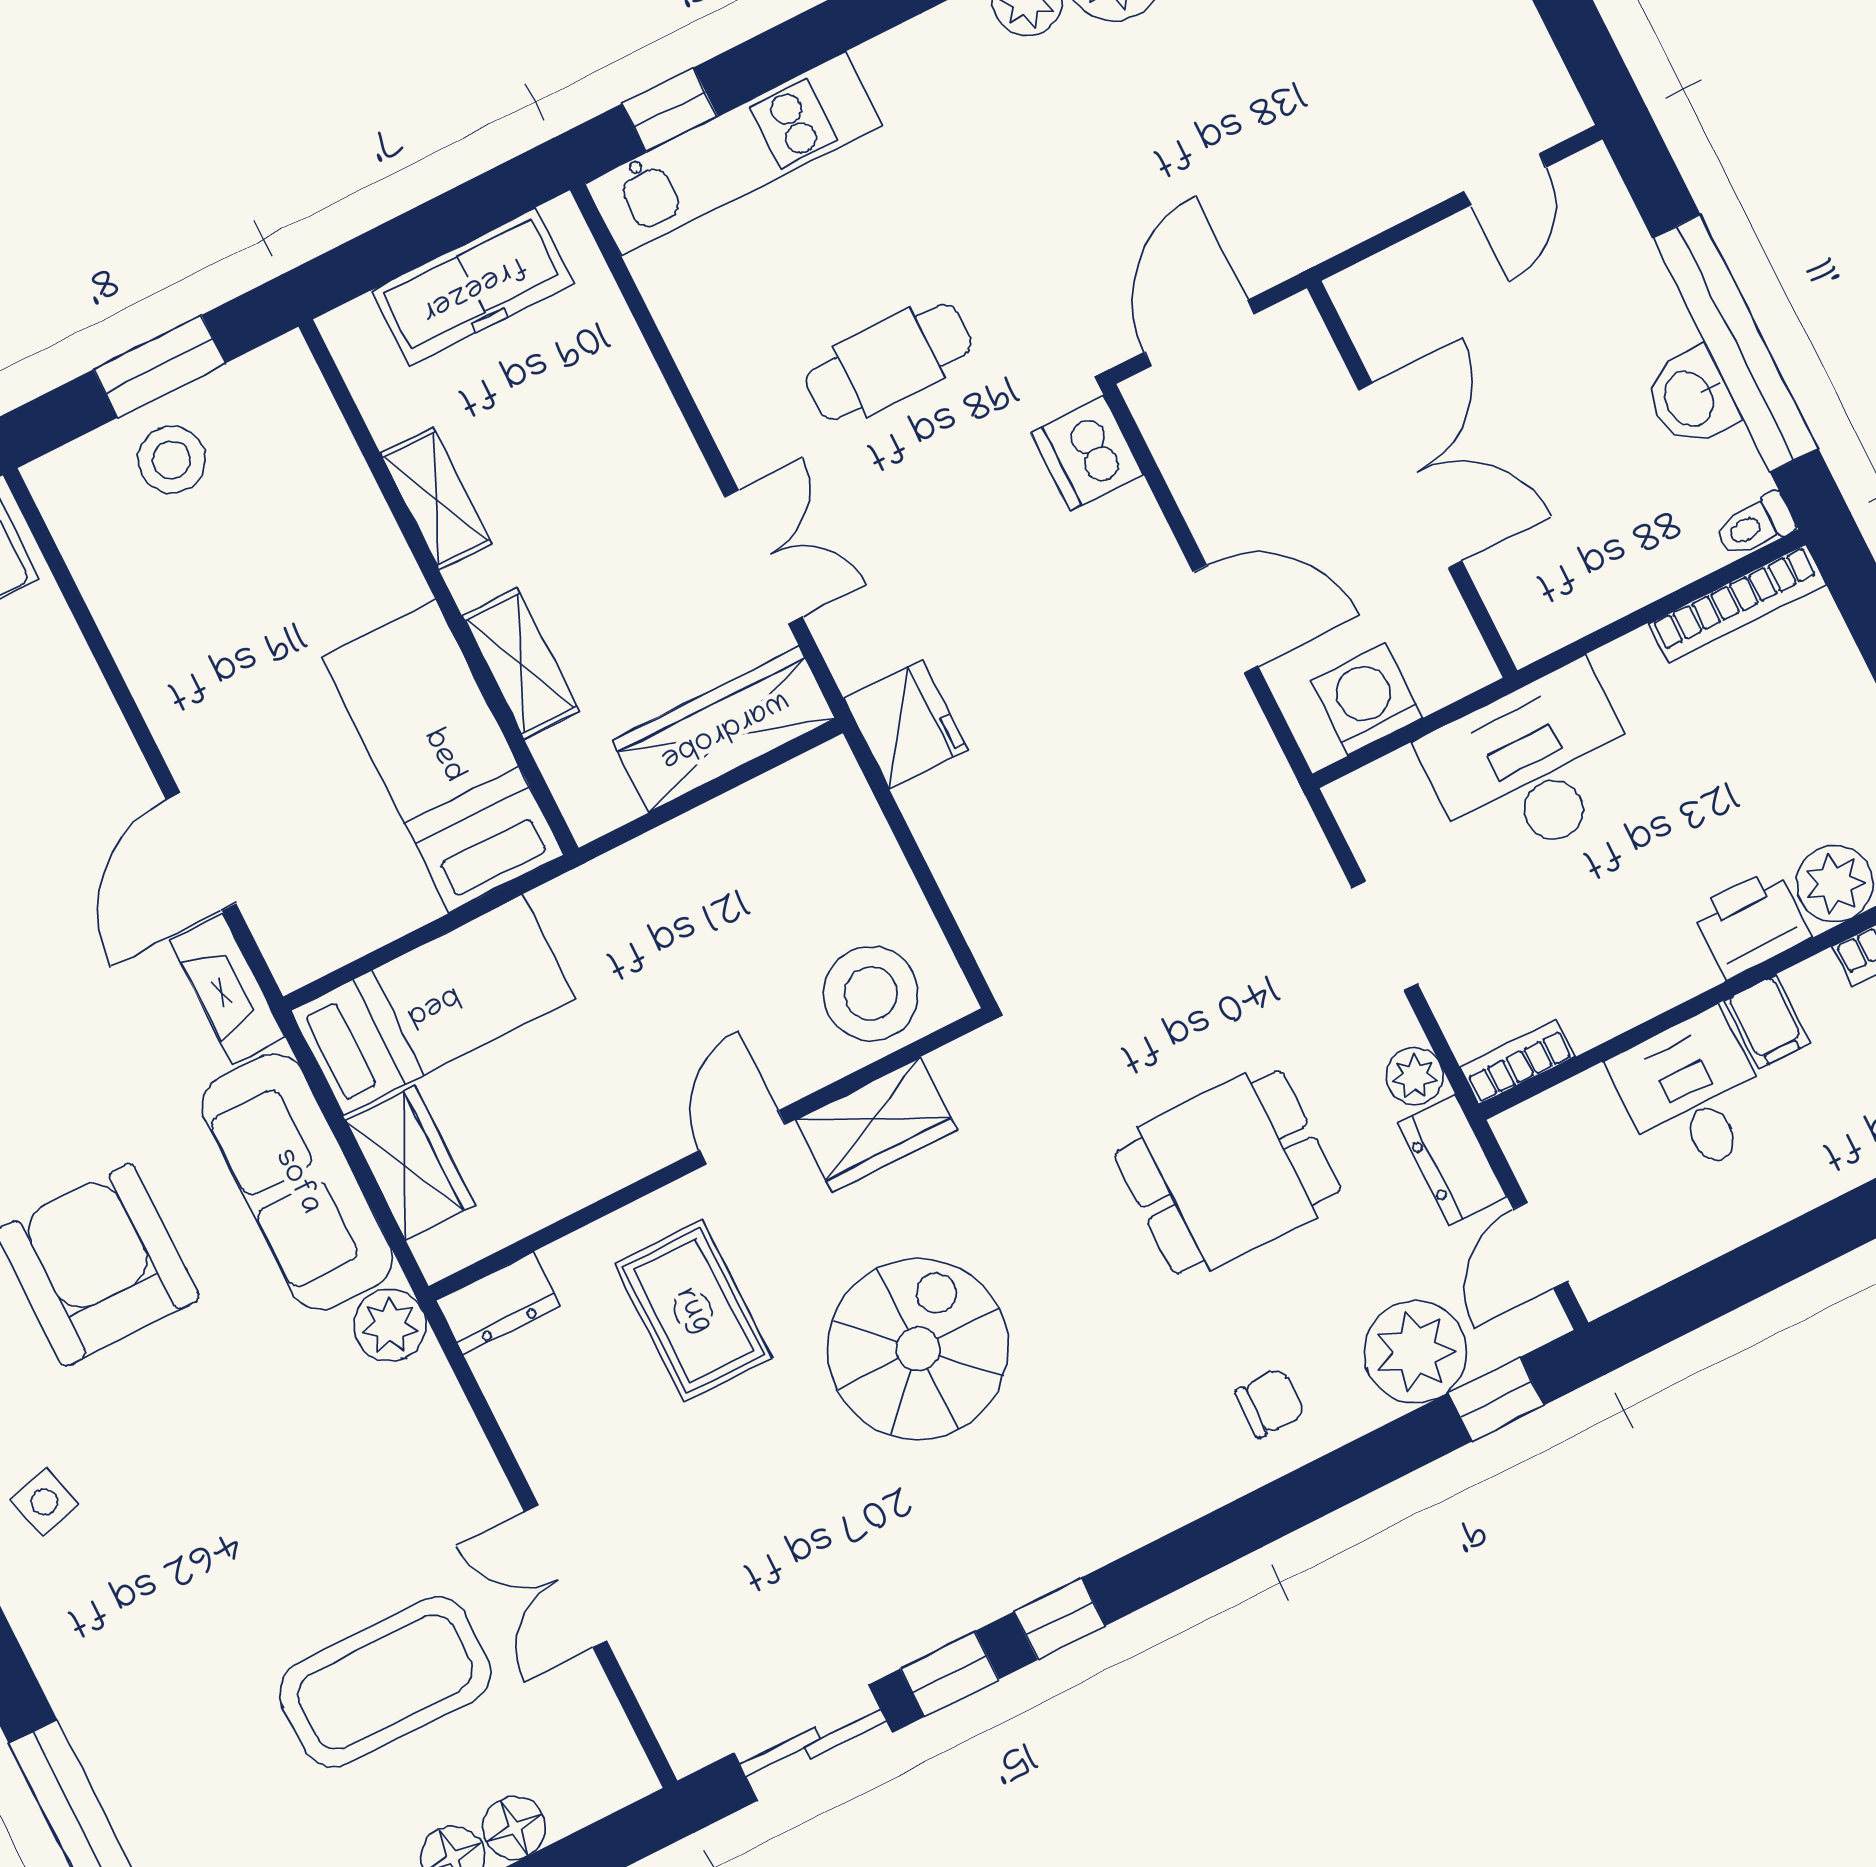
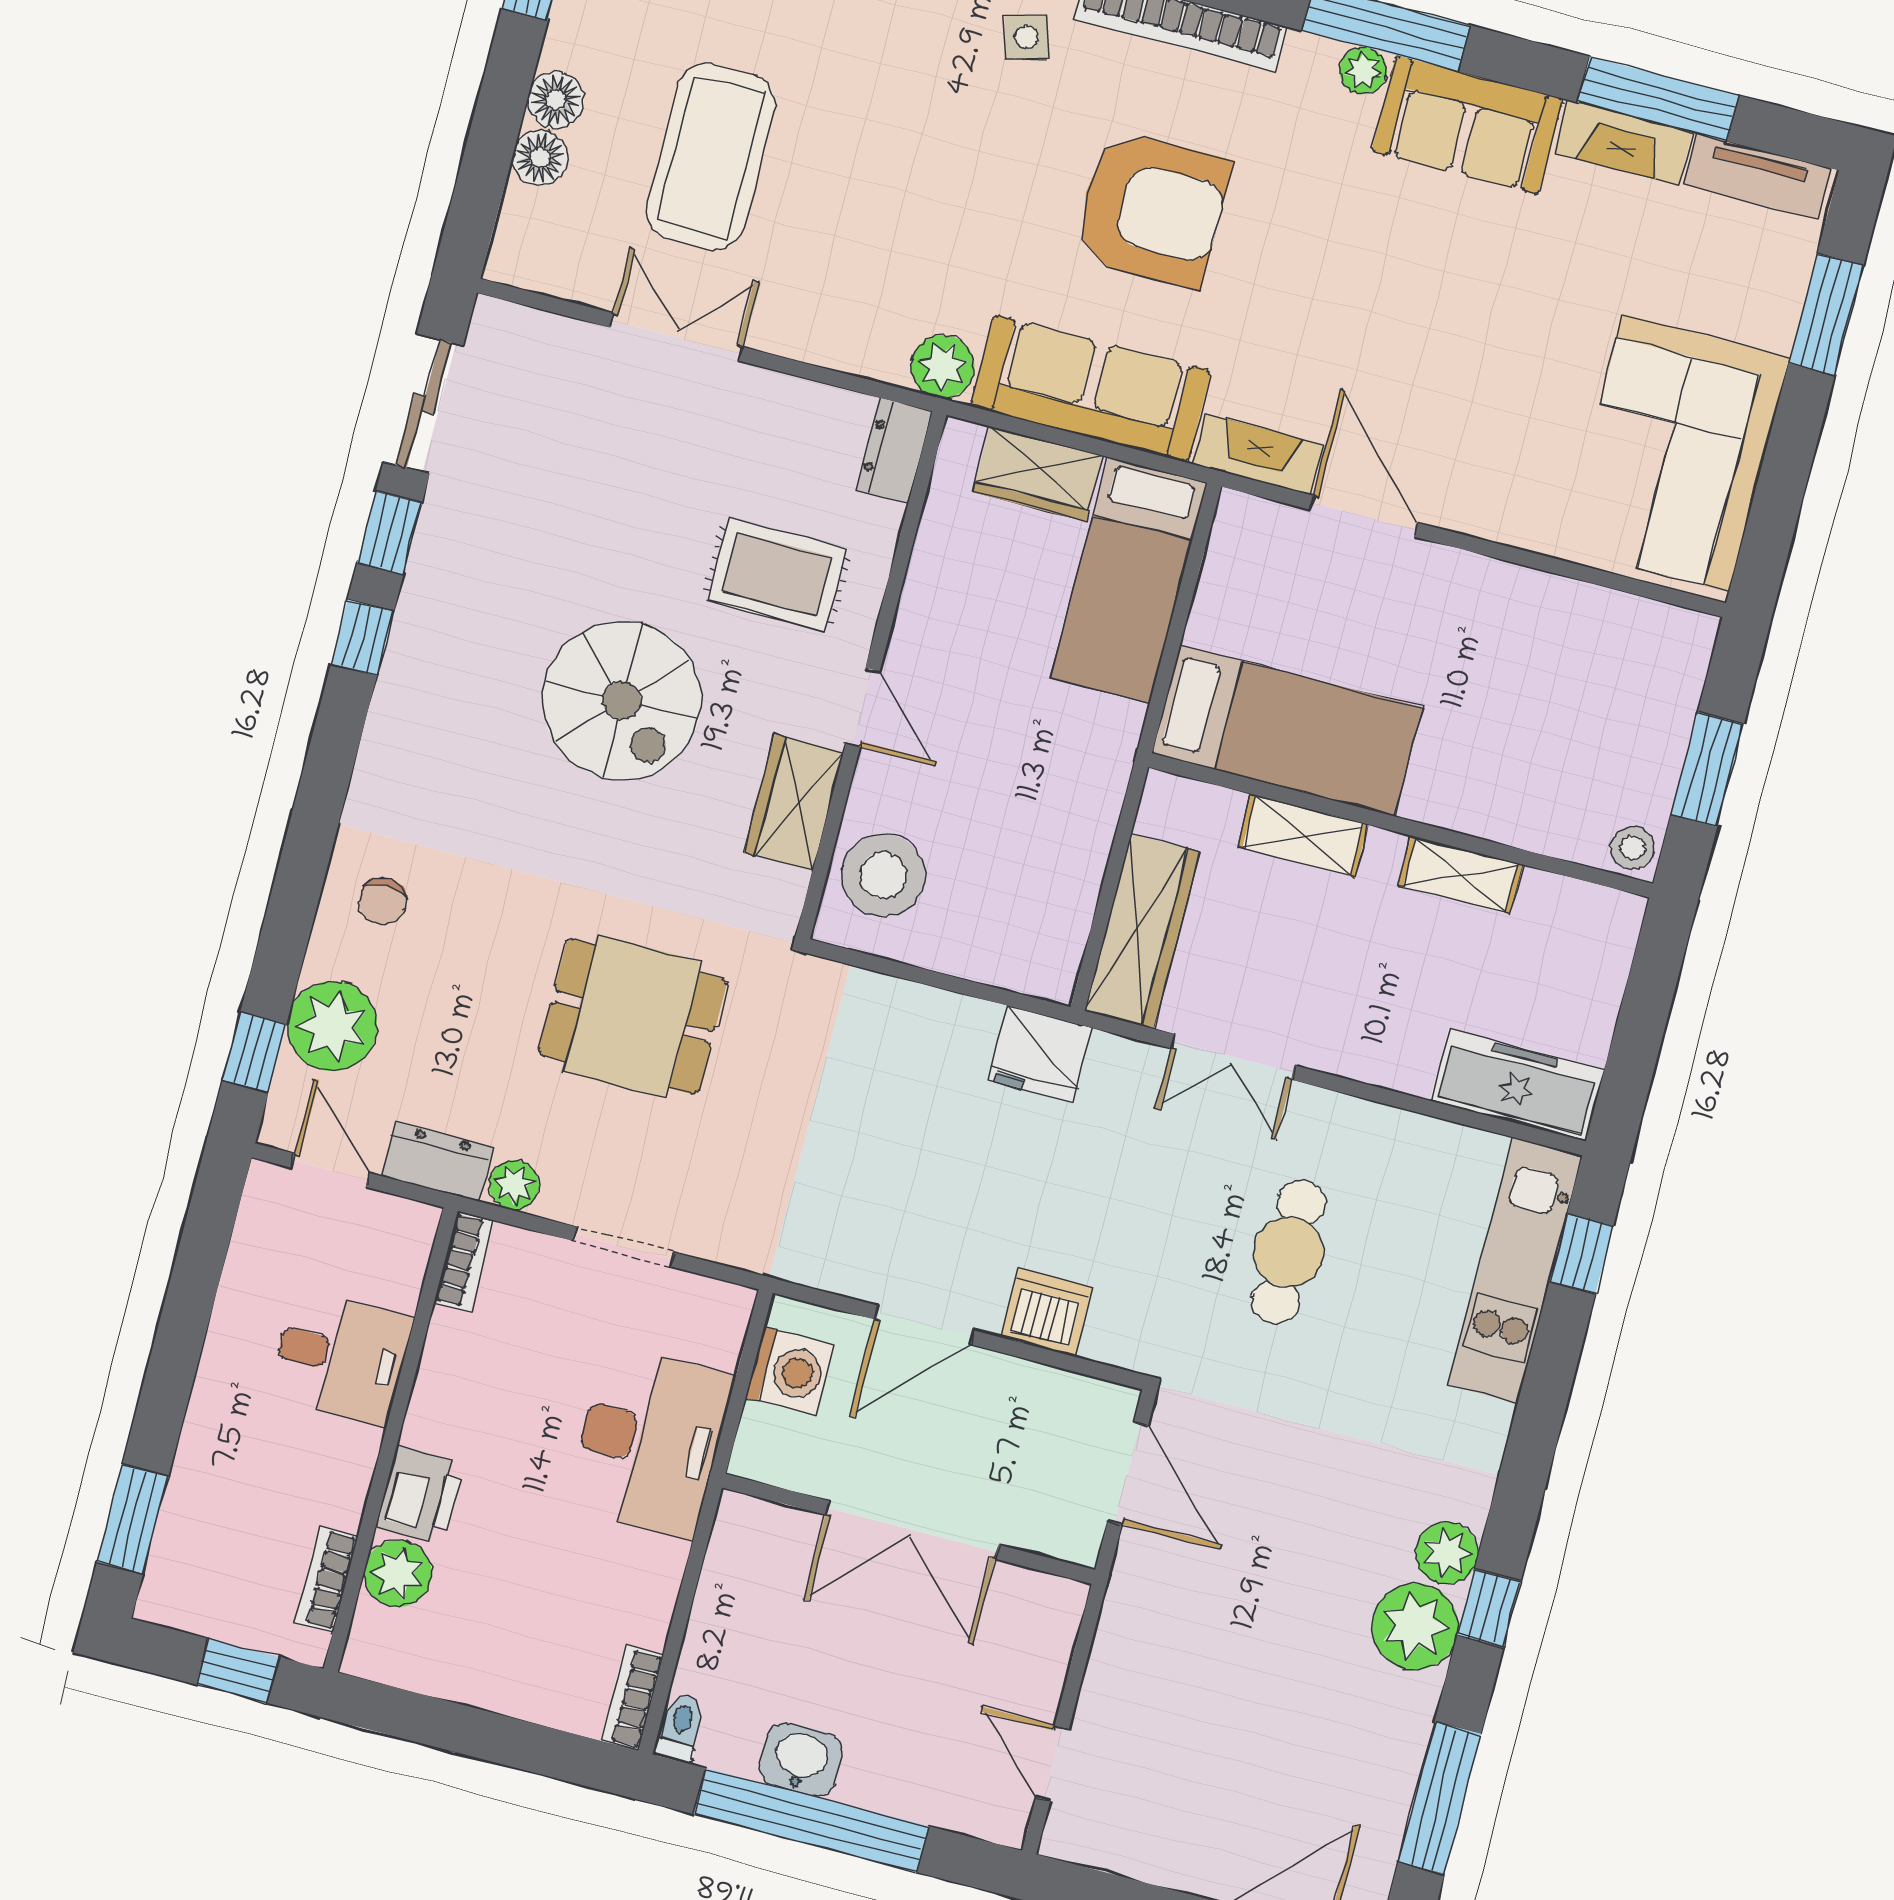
freezer: (473, 287) -> (1517, 1085), moved, turned 90
dishwasher: (1087, 453) -> (1047, 1312), moved
stool: (172, 460) -> (1633, 848), moved, width x0.73, depth x0.73
bookcase: (1737, 603) -> (632, 1698), width x0.64
filing cabinet: (1767, 1022) -> (346, 1449), removed
dining table: (1228, 1172) -> (633, 1017), moved, turned 90

